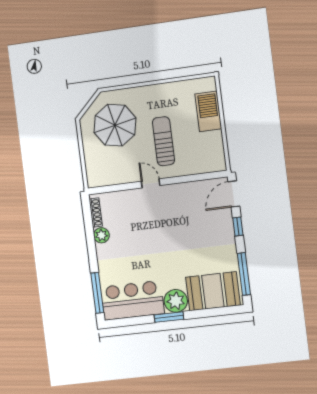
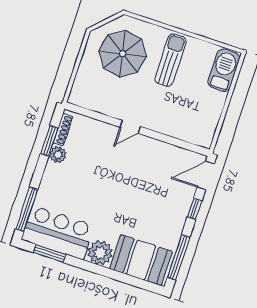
barbecue: (208, 111) -> (224, 70), moved
sun lounger: (163, 141) -> (170, 60), moved
door: (151, 183) -> (130, 127), swing flipped
window: (89, 227) -> (49, 141), added
window: (169, 317) -> (49, 253), moved

